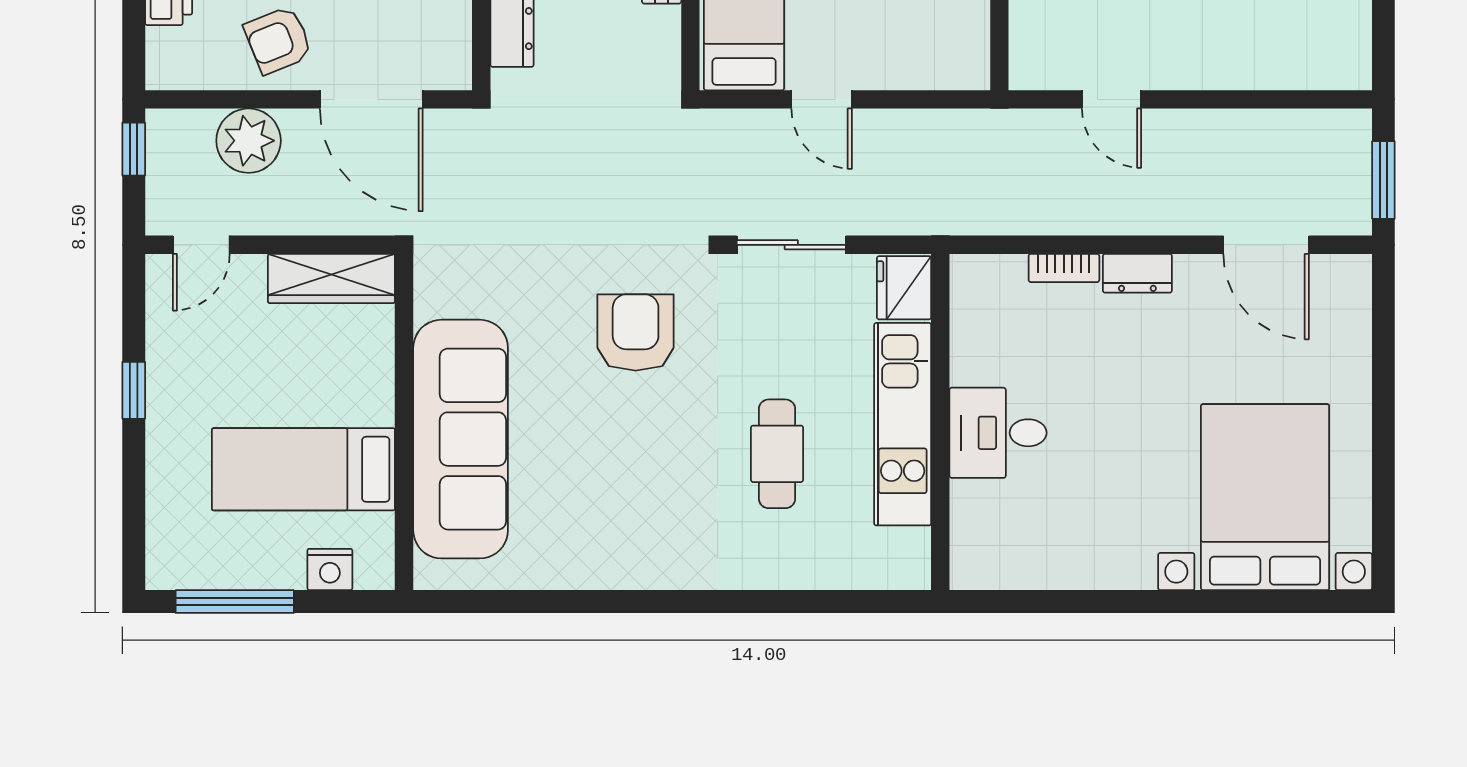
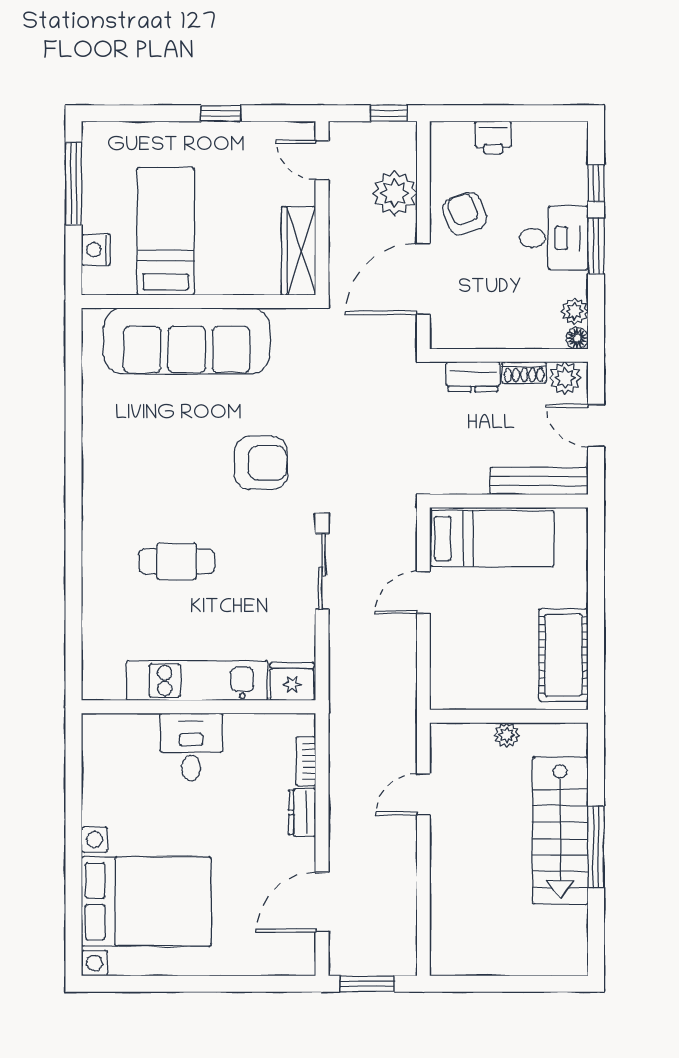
fridge: (904, 288) -> (292, 682), moved
wall: (940, 422) -> (199, 707), moved
kitchen unit: (903, 424) -> (197, 681), moved
desk: (998, 433) -> (191, 747), moved

